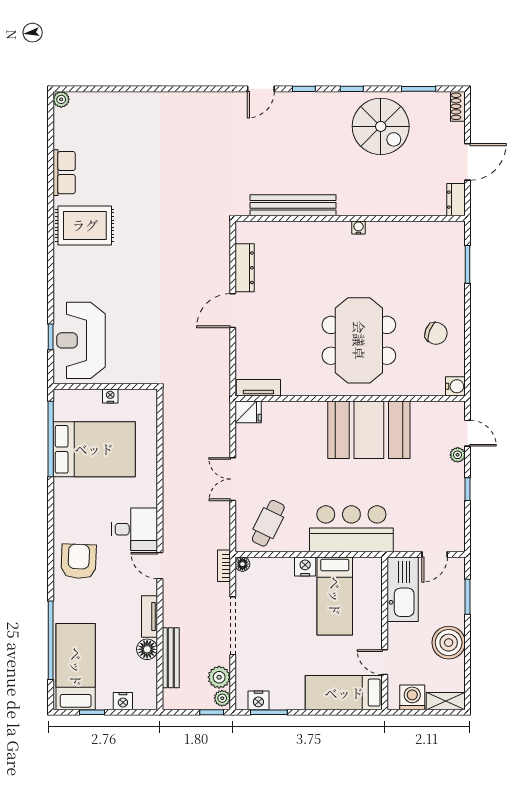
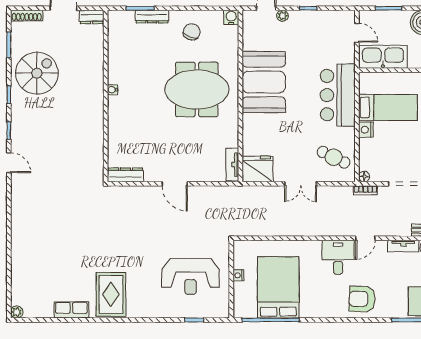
shoe rack: (458, 106) -> (27, 16), width x1.43
bench: (293, 205) -> (96, 139), removed
dresser: (245, 268) -> (125, 175), moved
dresser: (456, 281) -> (152, 17), added
reception desk: (81, 340) -> (191, 276), moved
fridge: (248, 412) -> (258, 169), width x1.88, depth x1.34

